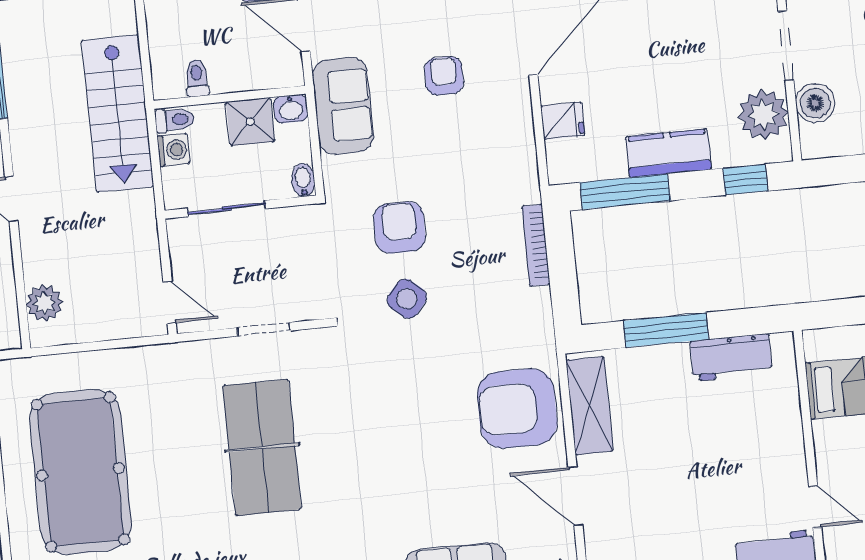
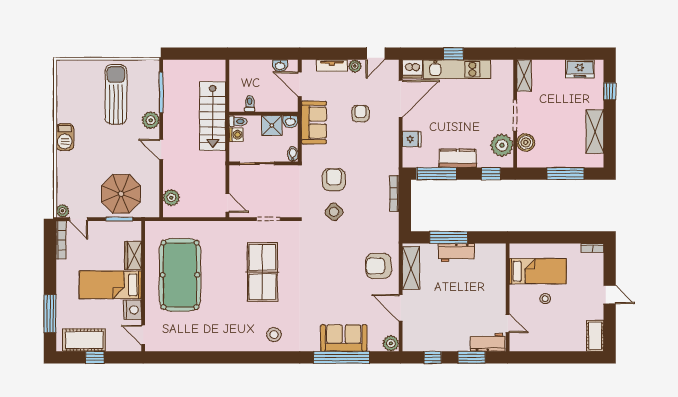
workbench: (731, 357) -> (456, 253), moved
armchair: (517, 408) -> (379, 266), width x0.73, depth x0.73

